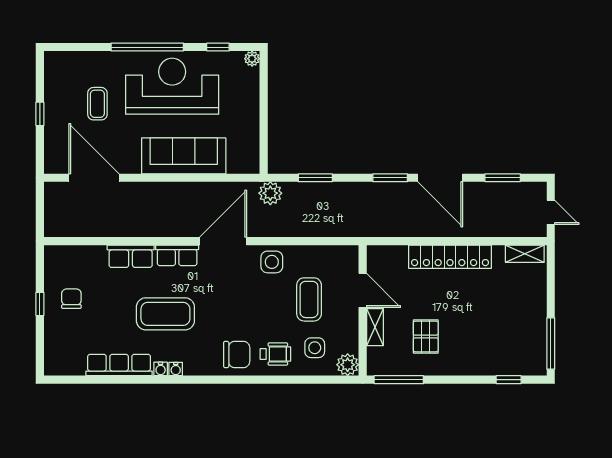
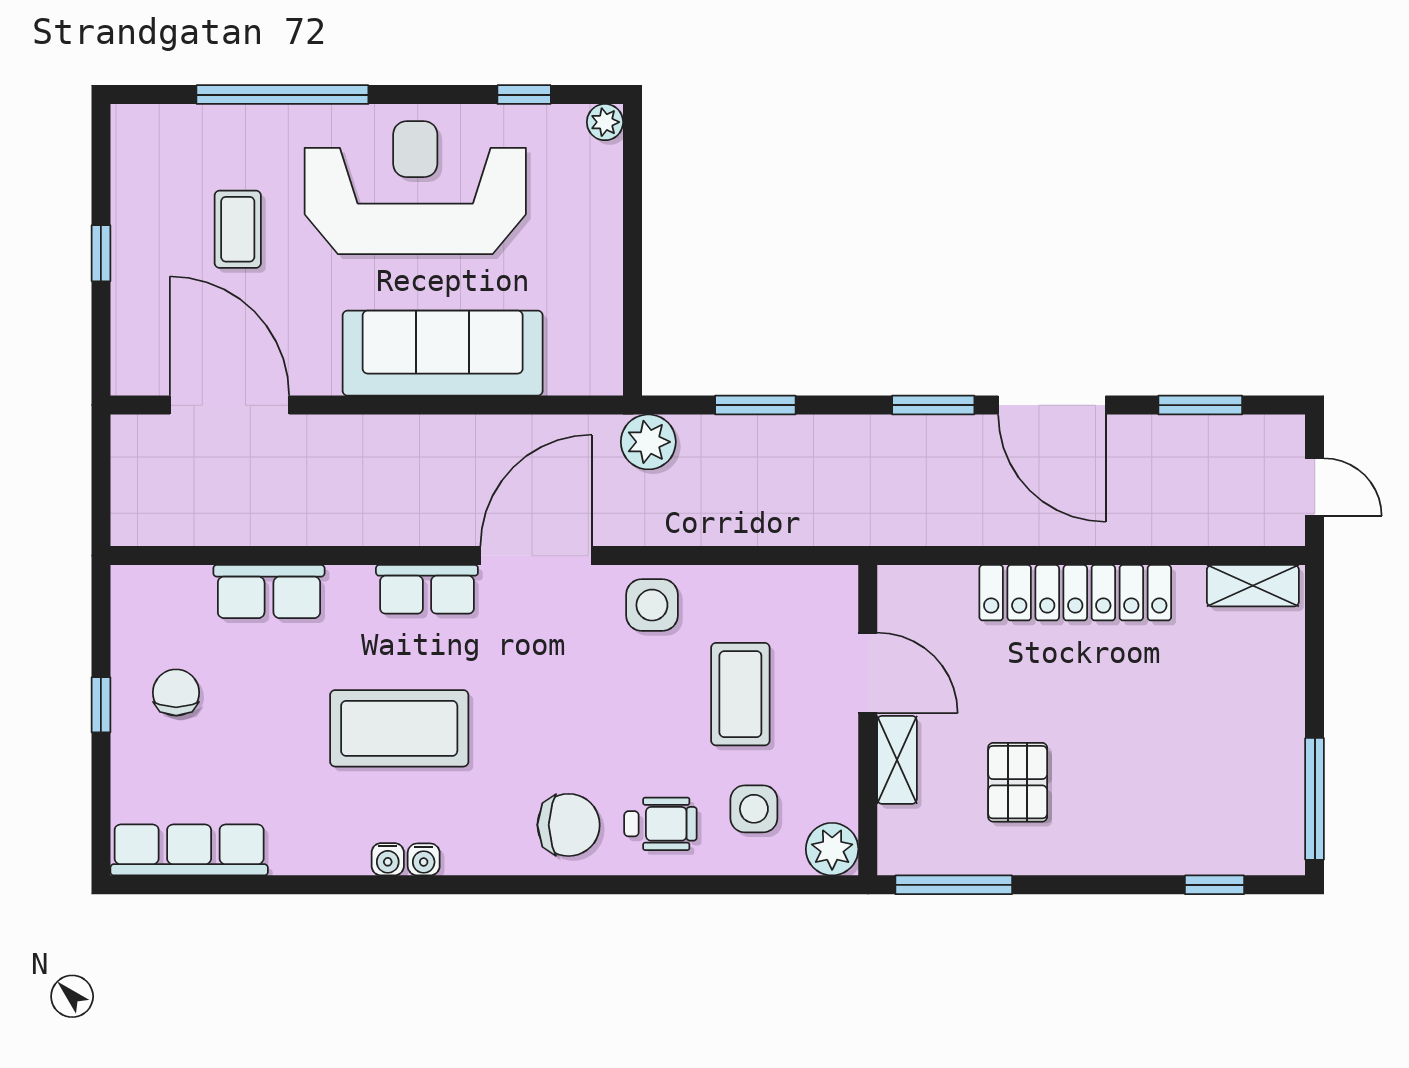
window: (147, 47) -> (282, 95), moved
row of seats: (131, 256) -> (269, 592), moved
row of seats: (119, 365) -> (189, 850), moved

